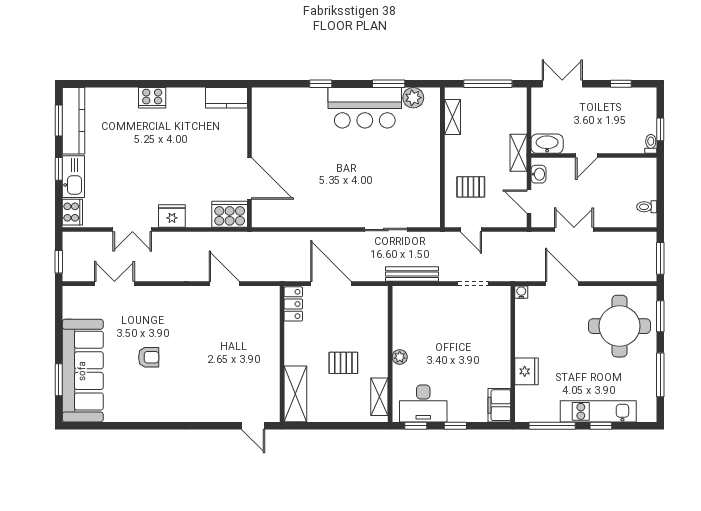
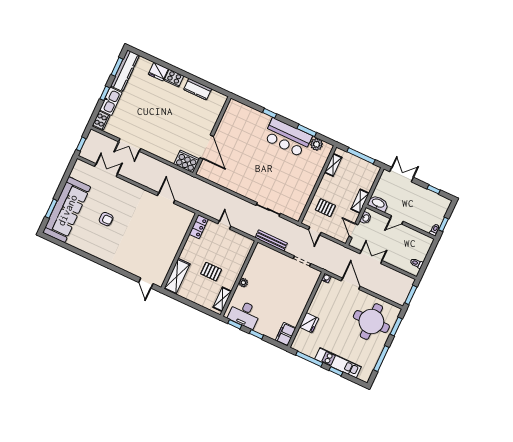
kitchen counter: (227, 98) -> (198, 89), moved
fridge: (172, 216) -> (158, 72), moved, turned 180
door: (331, 284) -> (224, 225), width x0.53

